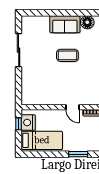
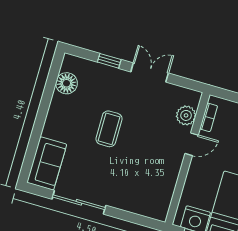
sofa: (65, 24) -> (47, 163), moved
plant: (89, 99) -> (186, 115), added

